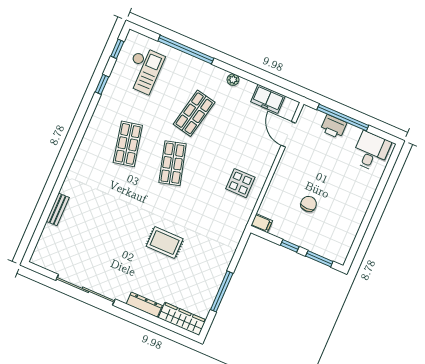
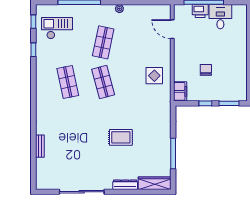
checkout: (144, 70) -> (57, 28), turned -90
freezer: (268, 99) -> (148, 11), removed
desk: (371, 151) -> (220, 17), moved
filing cabinet: (262, 223) -> (180, 91), width x2.00

